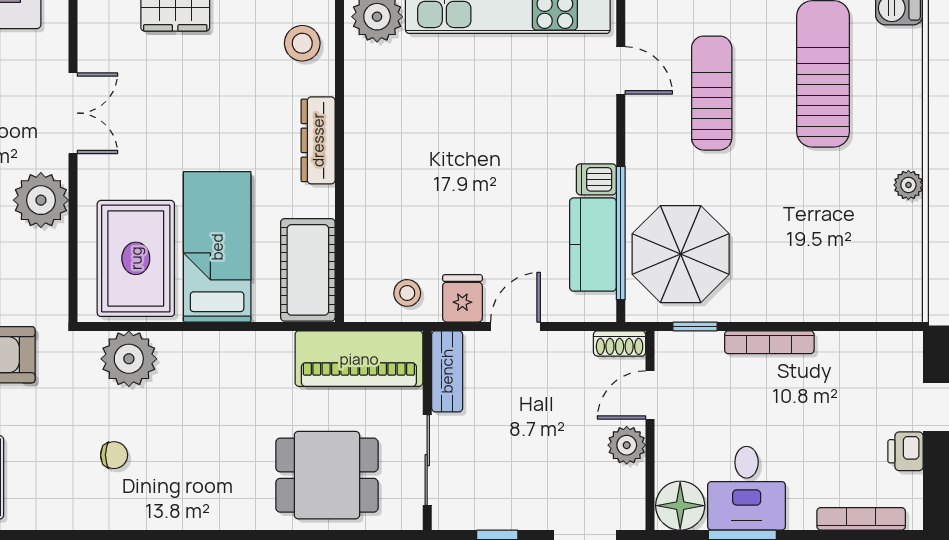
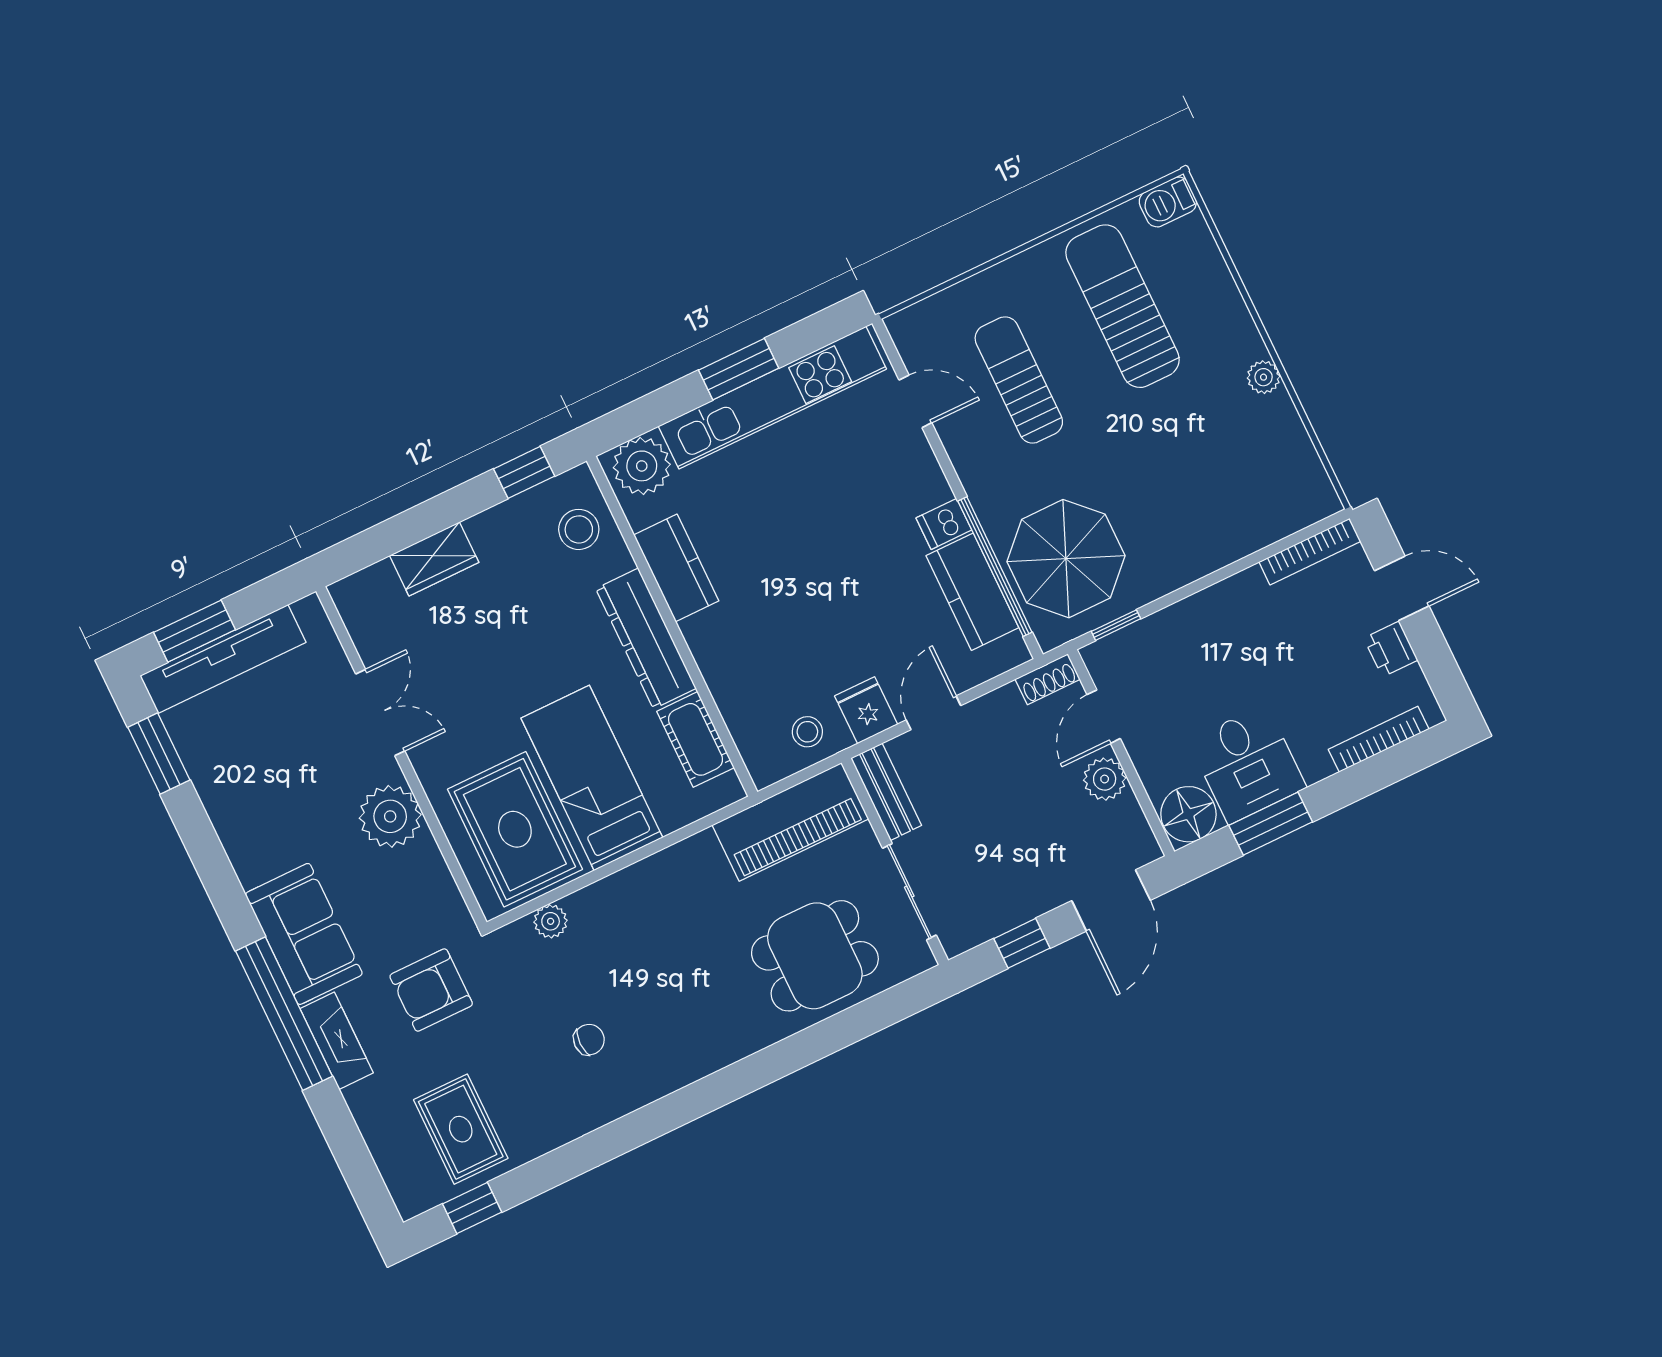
kitchen counter: (365, 112) -> (676, 568), added
dresser: (318, 140) -> (646, 638), width x1.37, depth x1.24
cot: (308, 270) -> (696, 739), width x0.73, depth x0.75
bookcase: (769, 342) -> (1310, 552), moved
plant: (129, 359) -> (551, 921), width x0.53, depth x0.53

